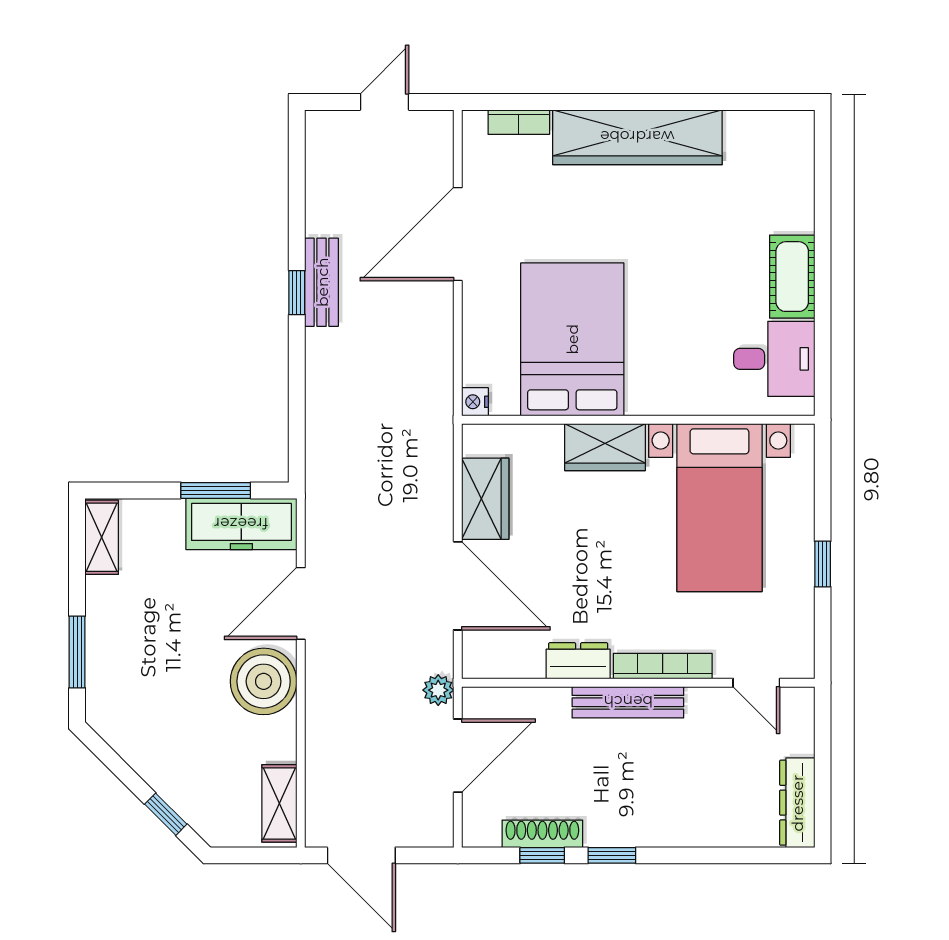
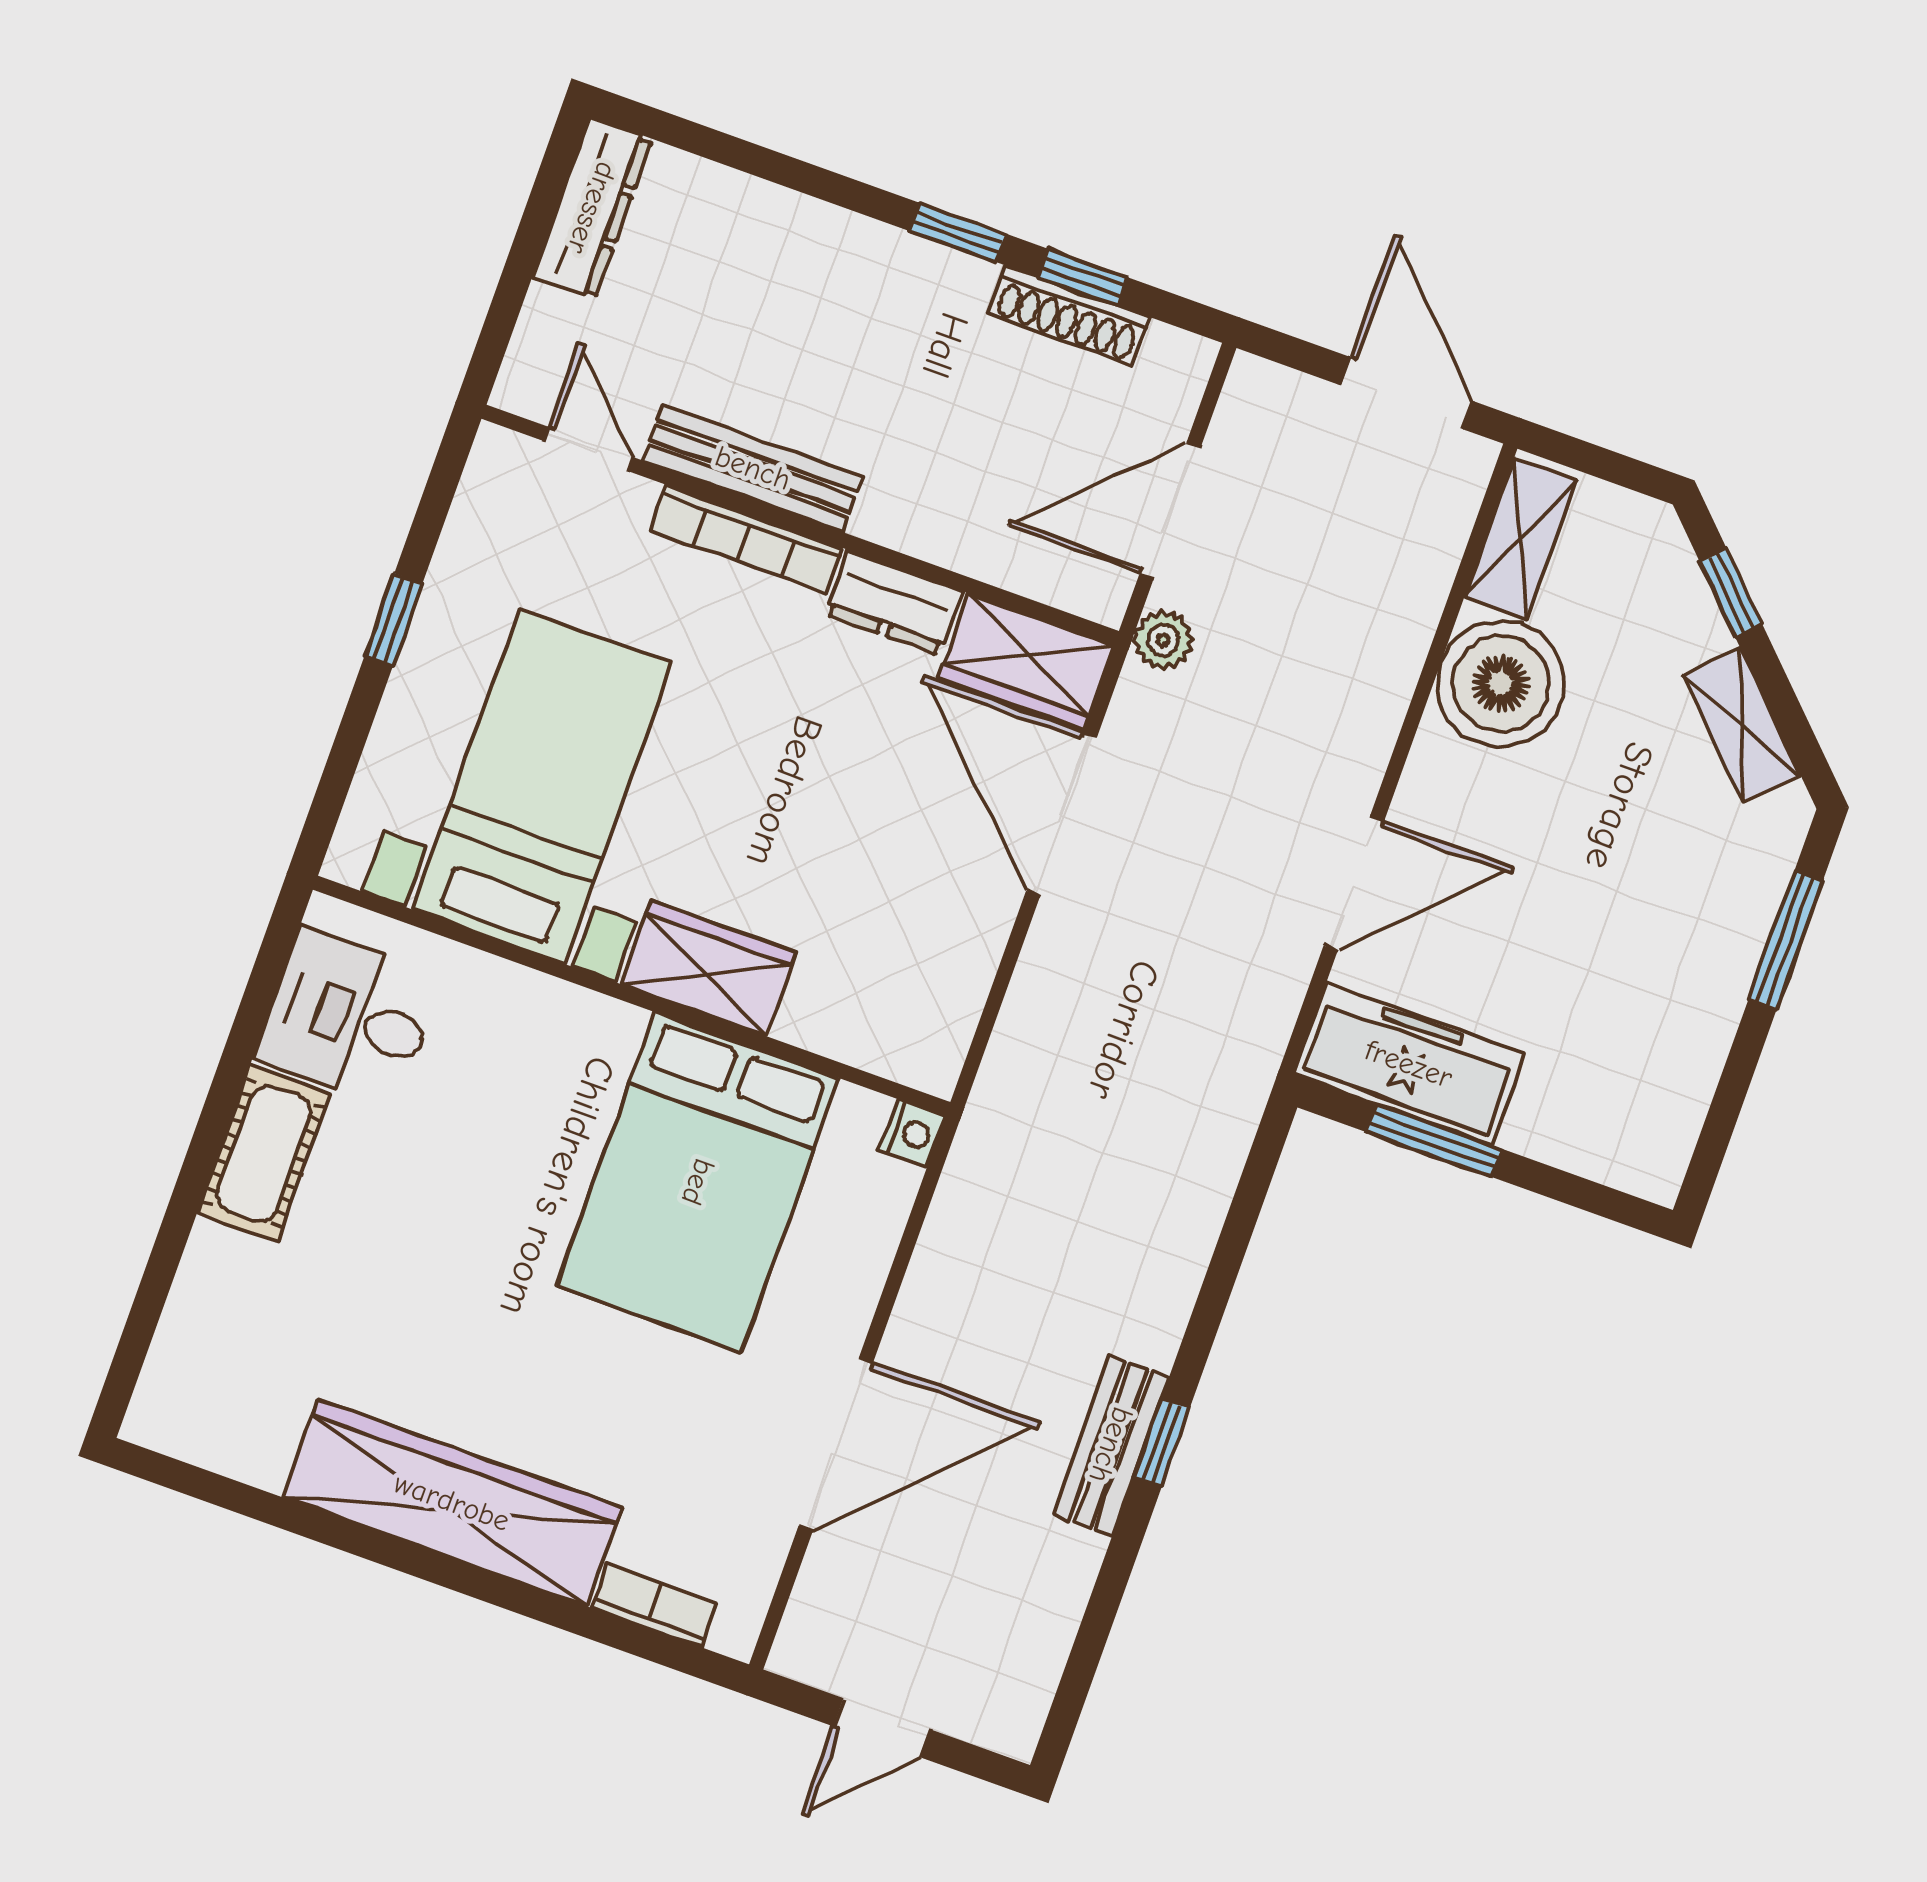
wardrobe: (485, 499) -> (1026, 661), moved, turned -90
shelving: (102, 537) -> (1742, 725), moved, turned -45
boiler: (264, 681) -> (1501, 684), moved
bench: (628, 702) -> (753, 468), moved

